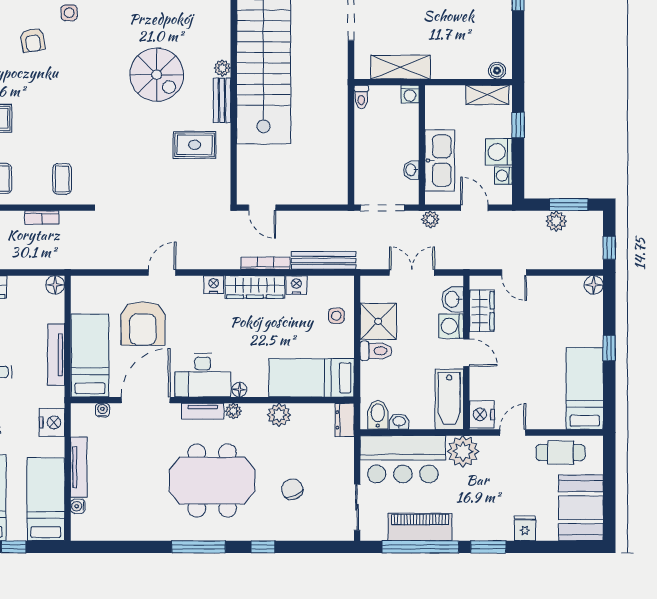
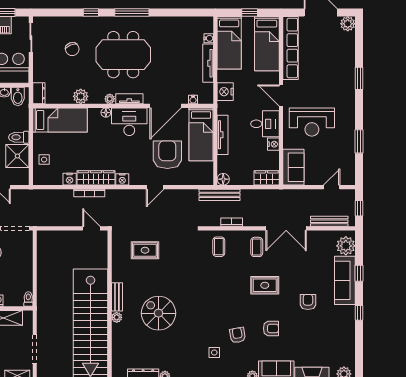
rug: (195, 145) -> (145, 250), moved
bench: (324, 260) -> (220, 195), moved

